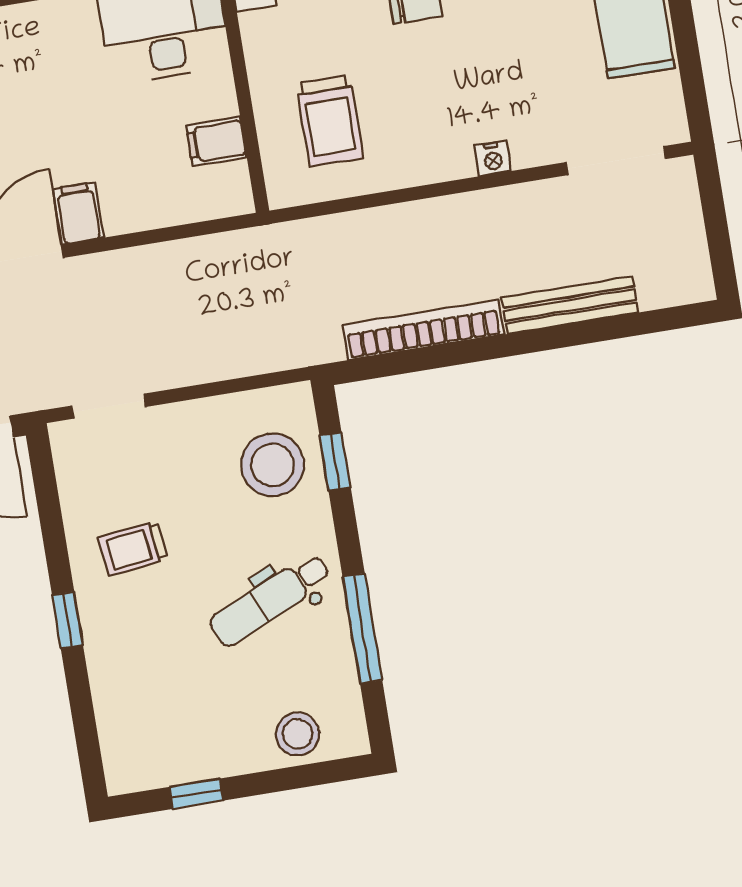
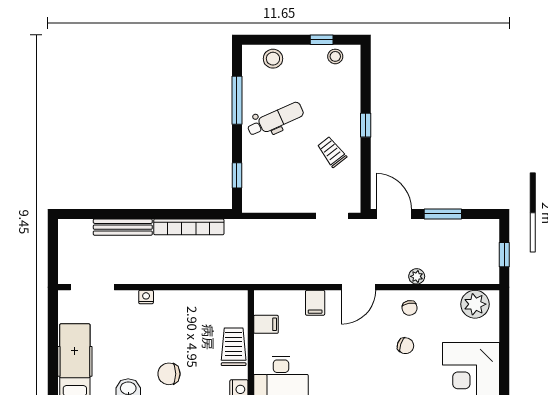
trolley: (330, 121) -> (234, 347), moved
filing cabinet: (78, 213) -> (315, 303), moved
stool: (272, 465) -> (335, 56), moved, width x0.53, depth x0.53
trolley: (133, 548) -> (332, 152), turned -121

